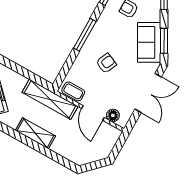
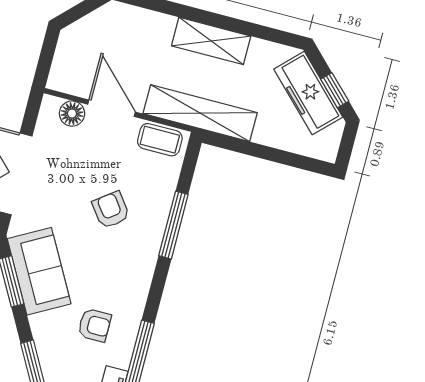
window: (85, 35) -> (173, 225), moved
armchair: (106, 63) -> (111, 210), turned 119

